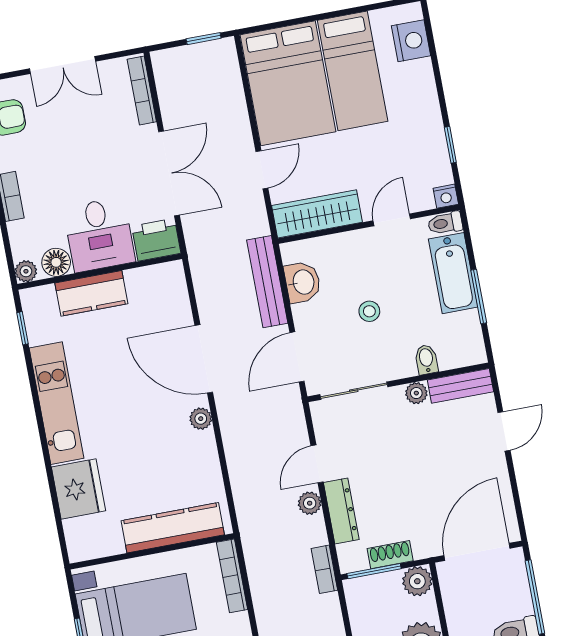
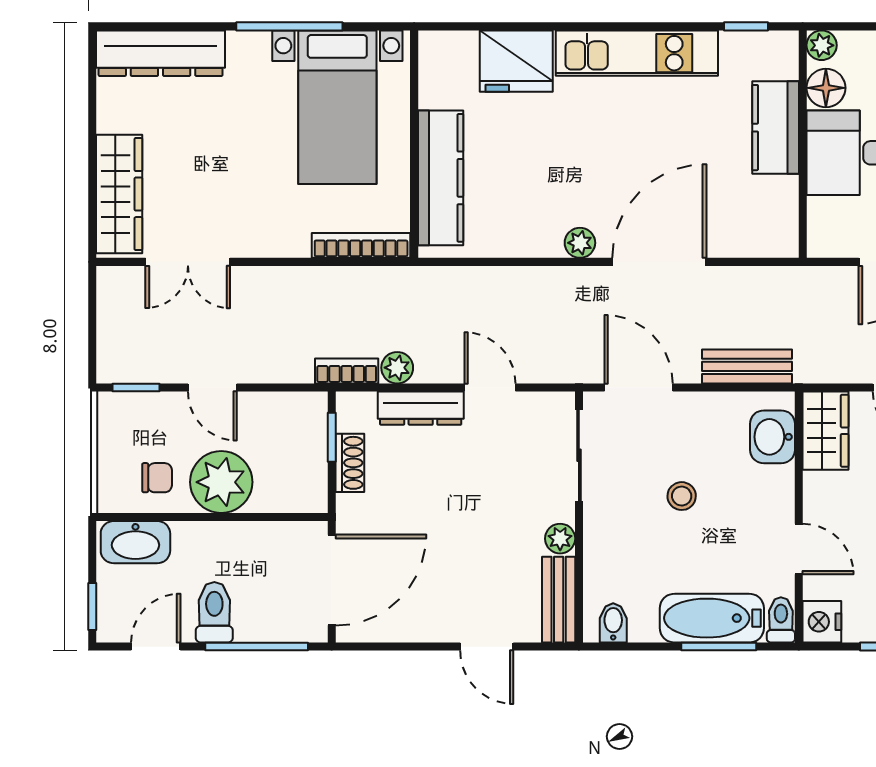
nightstand: (446, 196) -> (822, 622), width x1.39, depth x1.35
wardrobe: (317, 214) -> (825, 431), width x0.67
printer: (156, 240) -> (831, 228), removed
bench: (267, 282) -> (747, 366), width x0.73
washbasin: (303, 282) -> (772, 437), moved, turned 90
window: (479, 297) -> (719, 647), moved
bidet: (426, 359) -> (613, 623), moved, turned -90
plant: (310, 503) -> (397, 368), moved
door: (477, 552) -> (332, 580), hinge flipped
window: (374, 571) -> (332, 437), width x0.67
plant: (417, 581) -> (307, 493), removed

